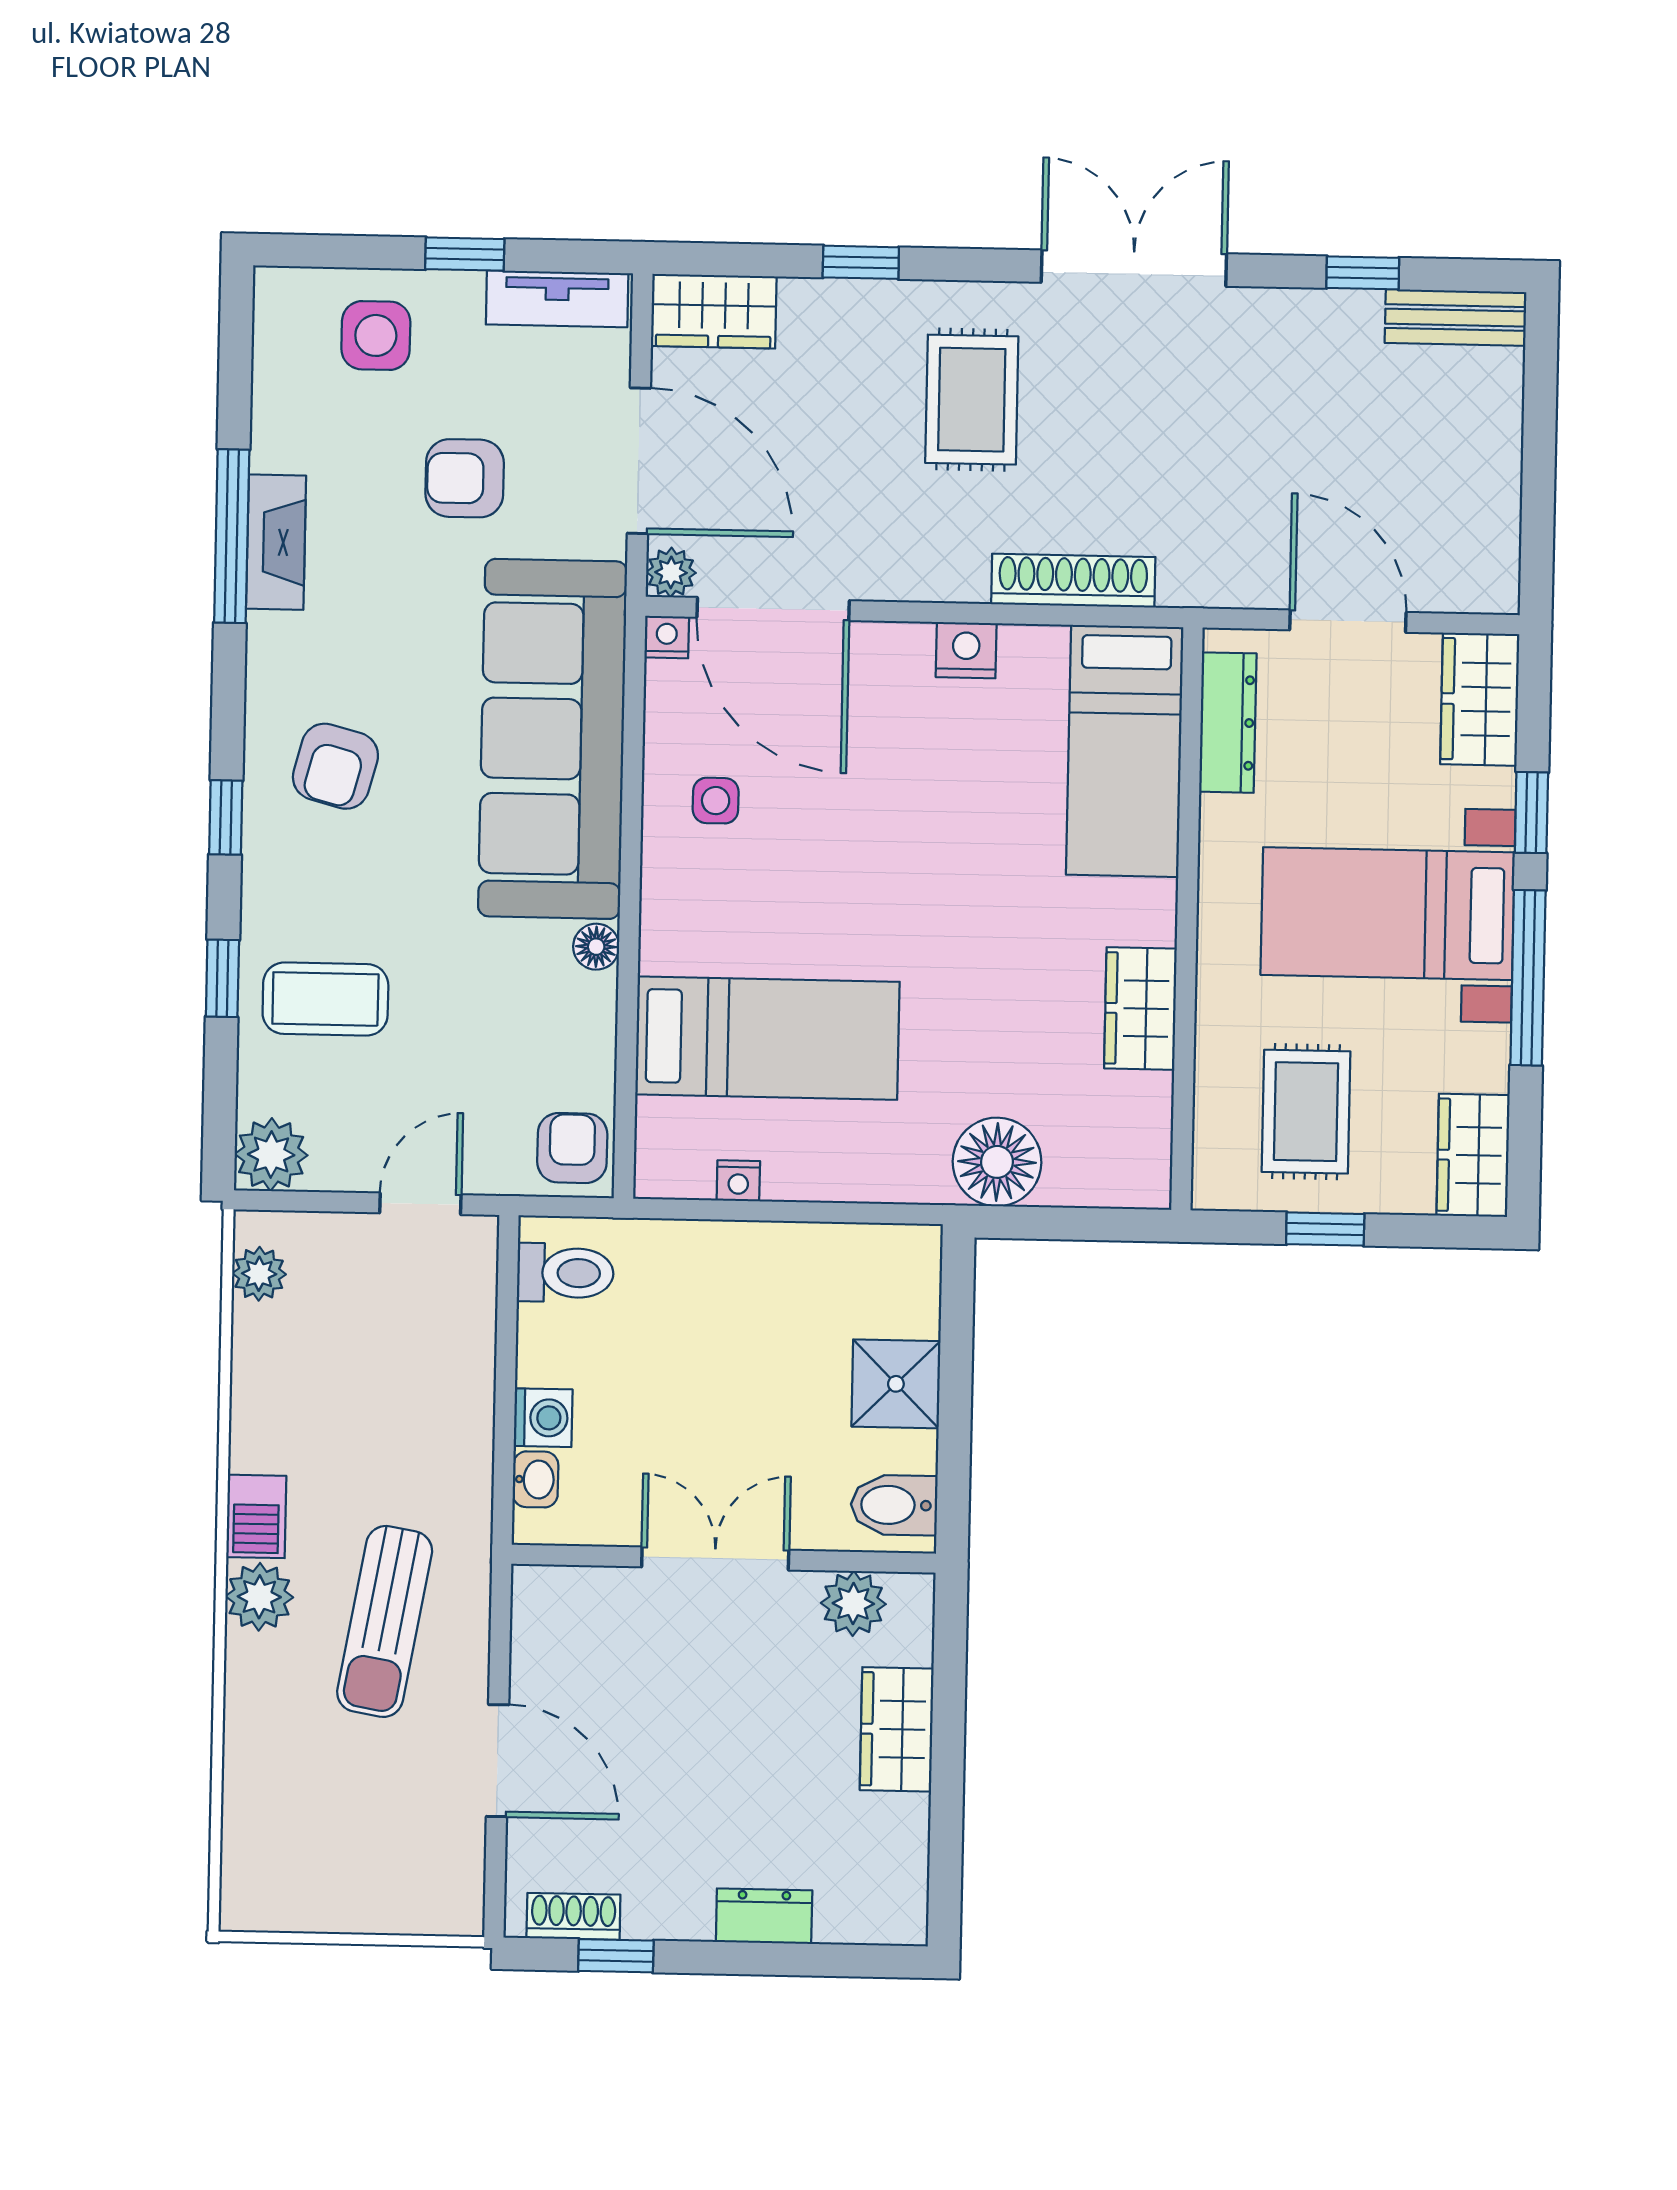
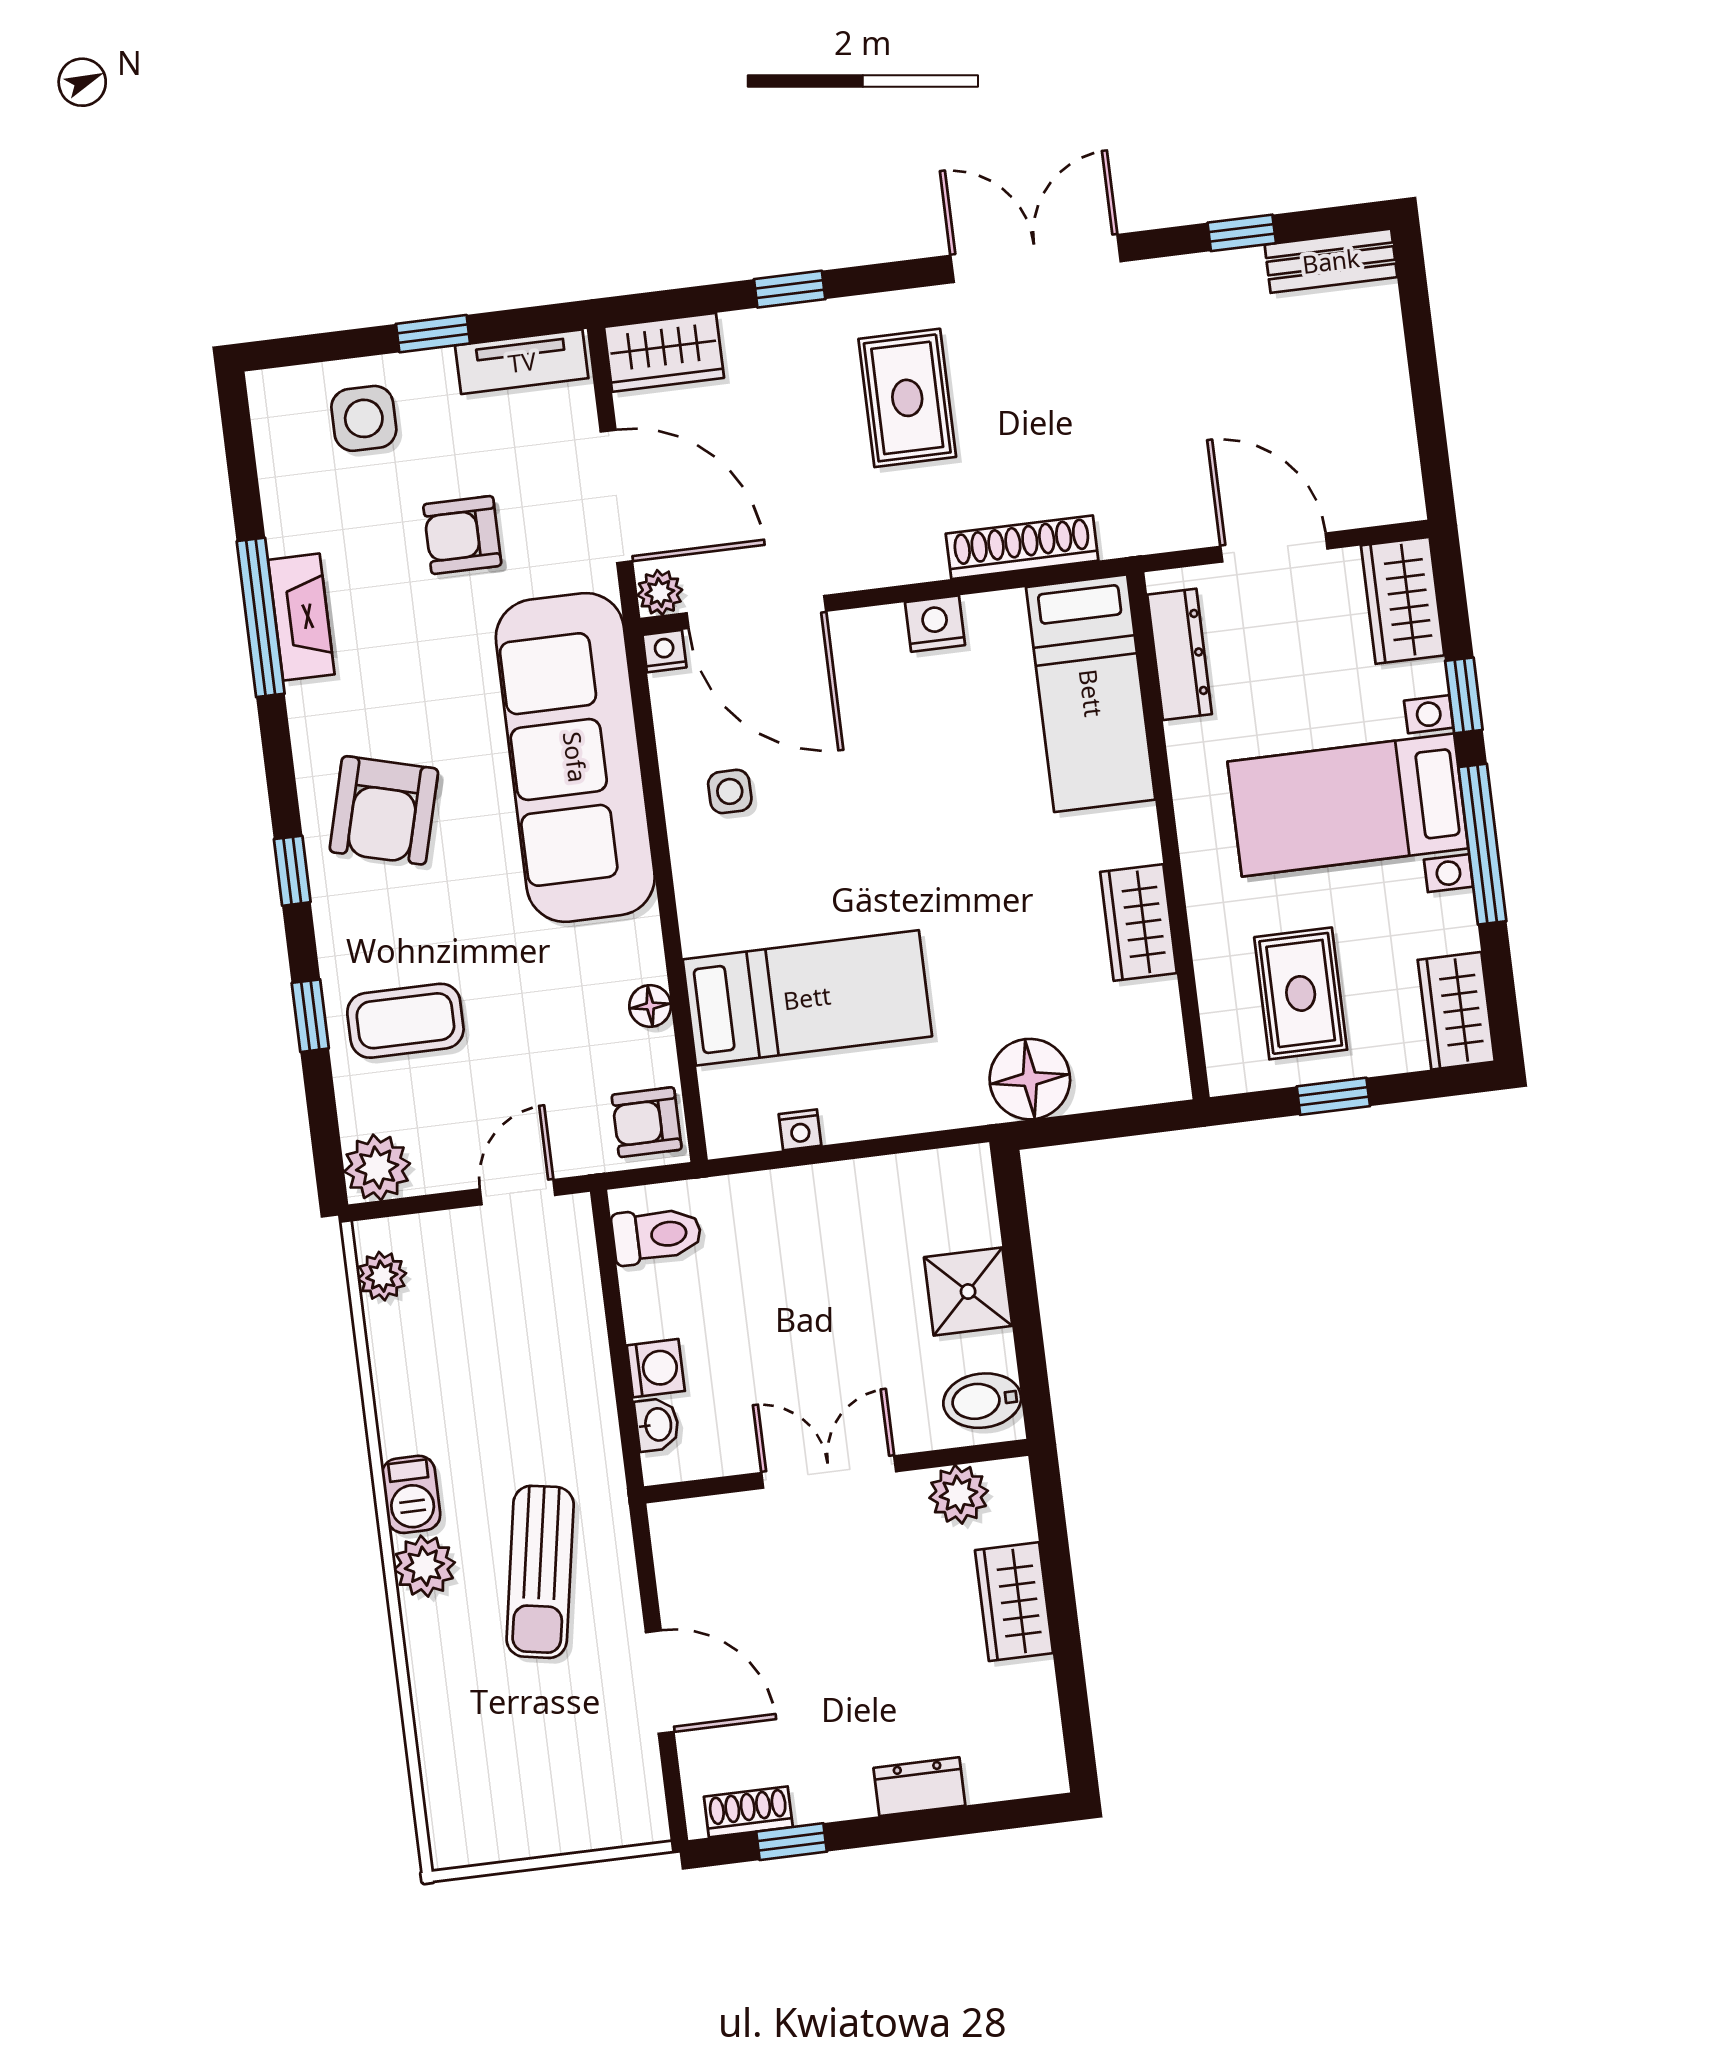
armchair: (335, 766) -> (384, 810), width x1.38, depth x1.38
floor lamp: (596, 947) -> (650, 1006), moved
armchair: (572, 1148) -> (647, 1122), turned -90

